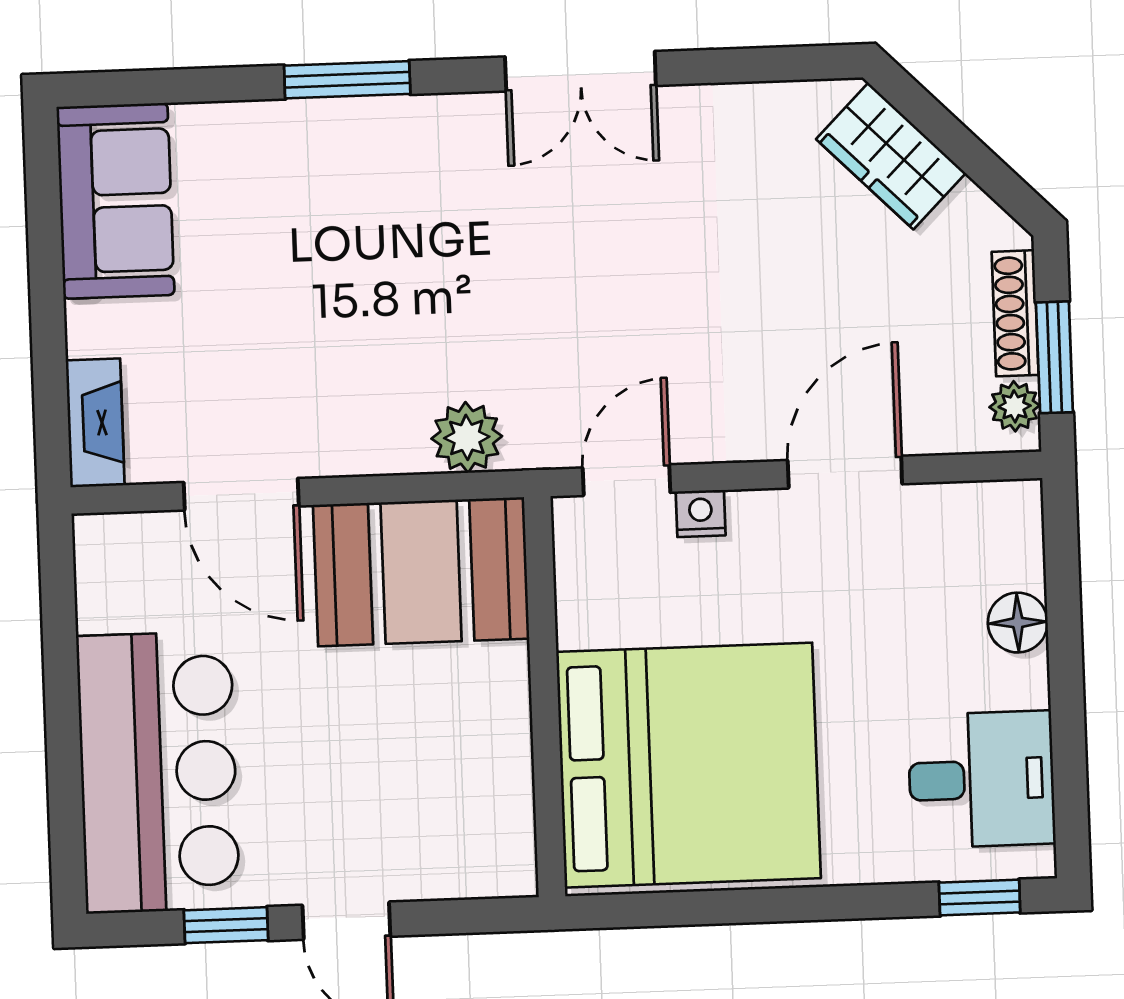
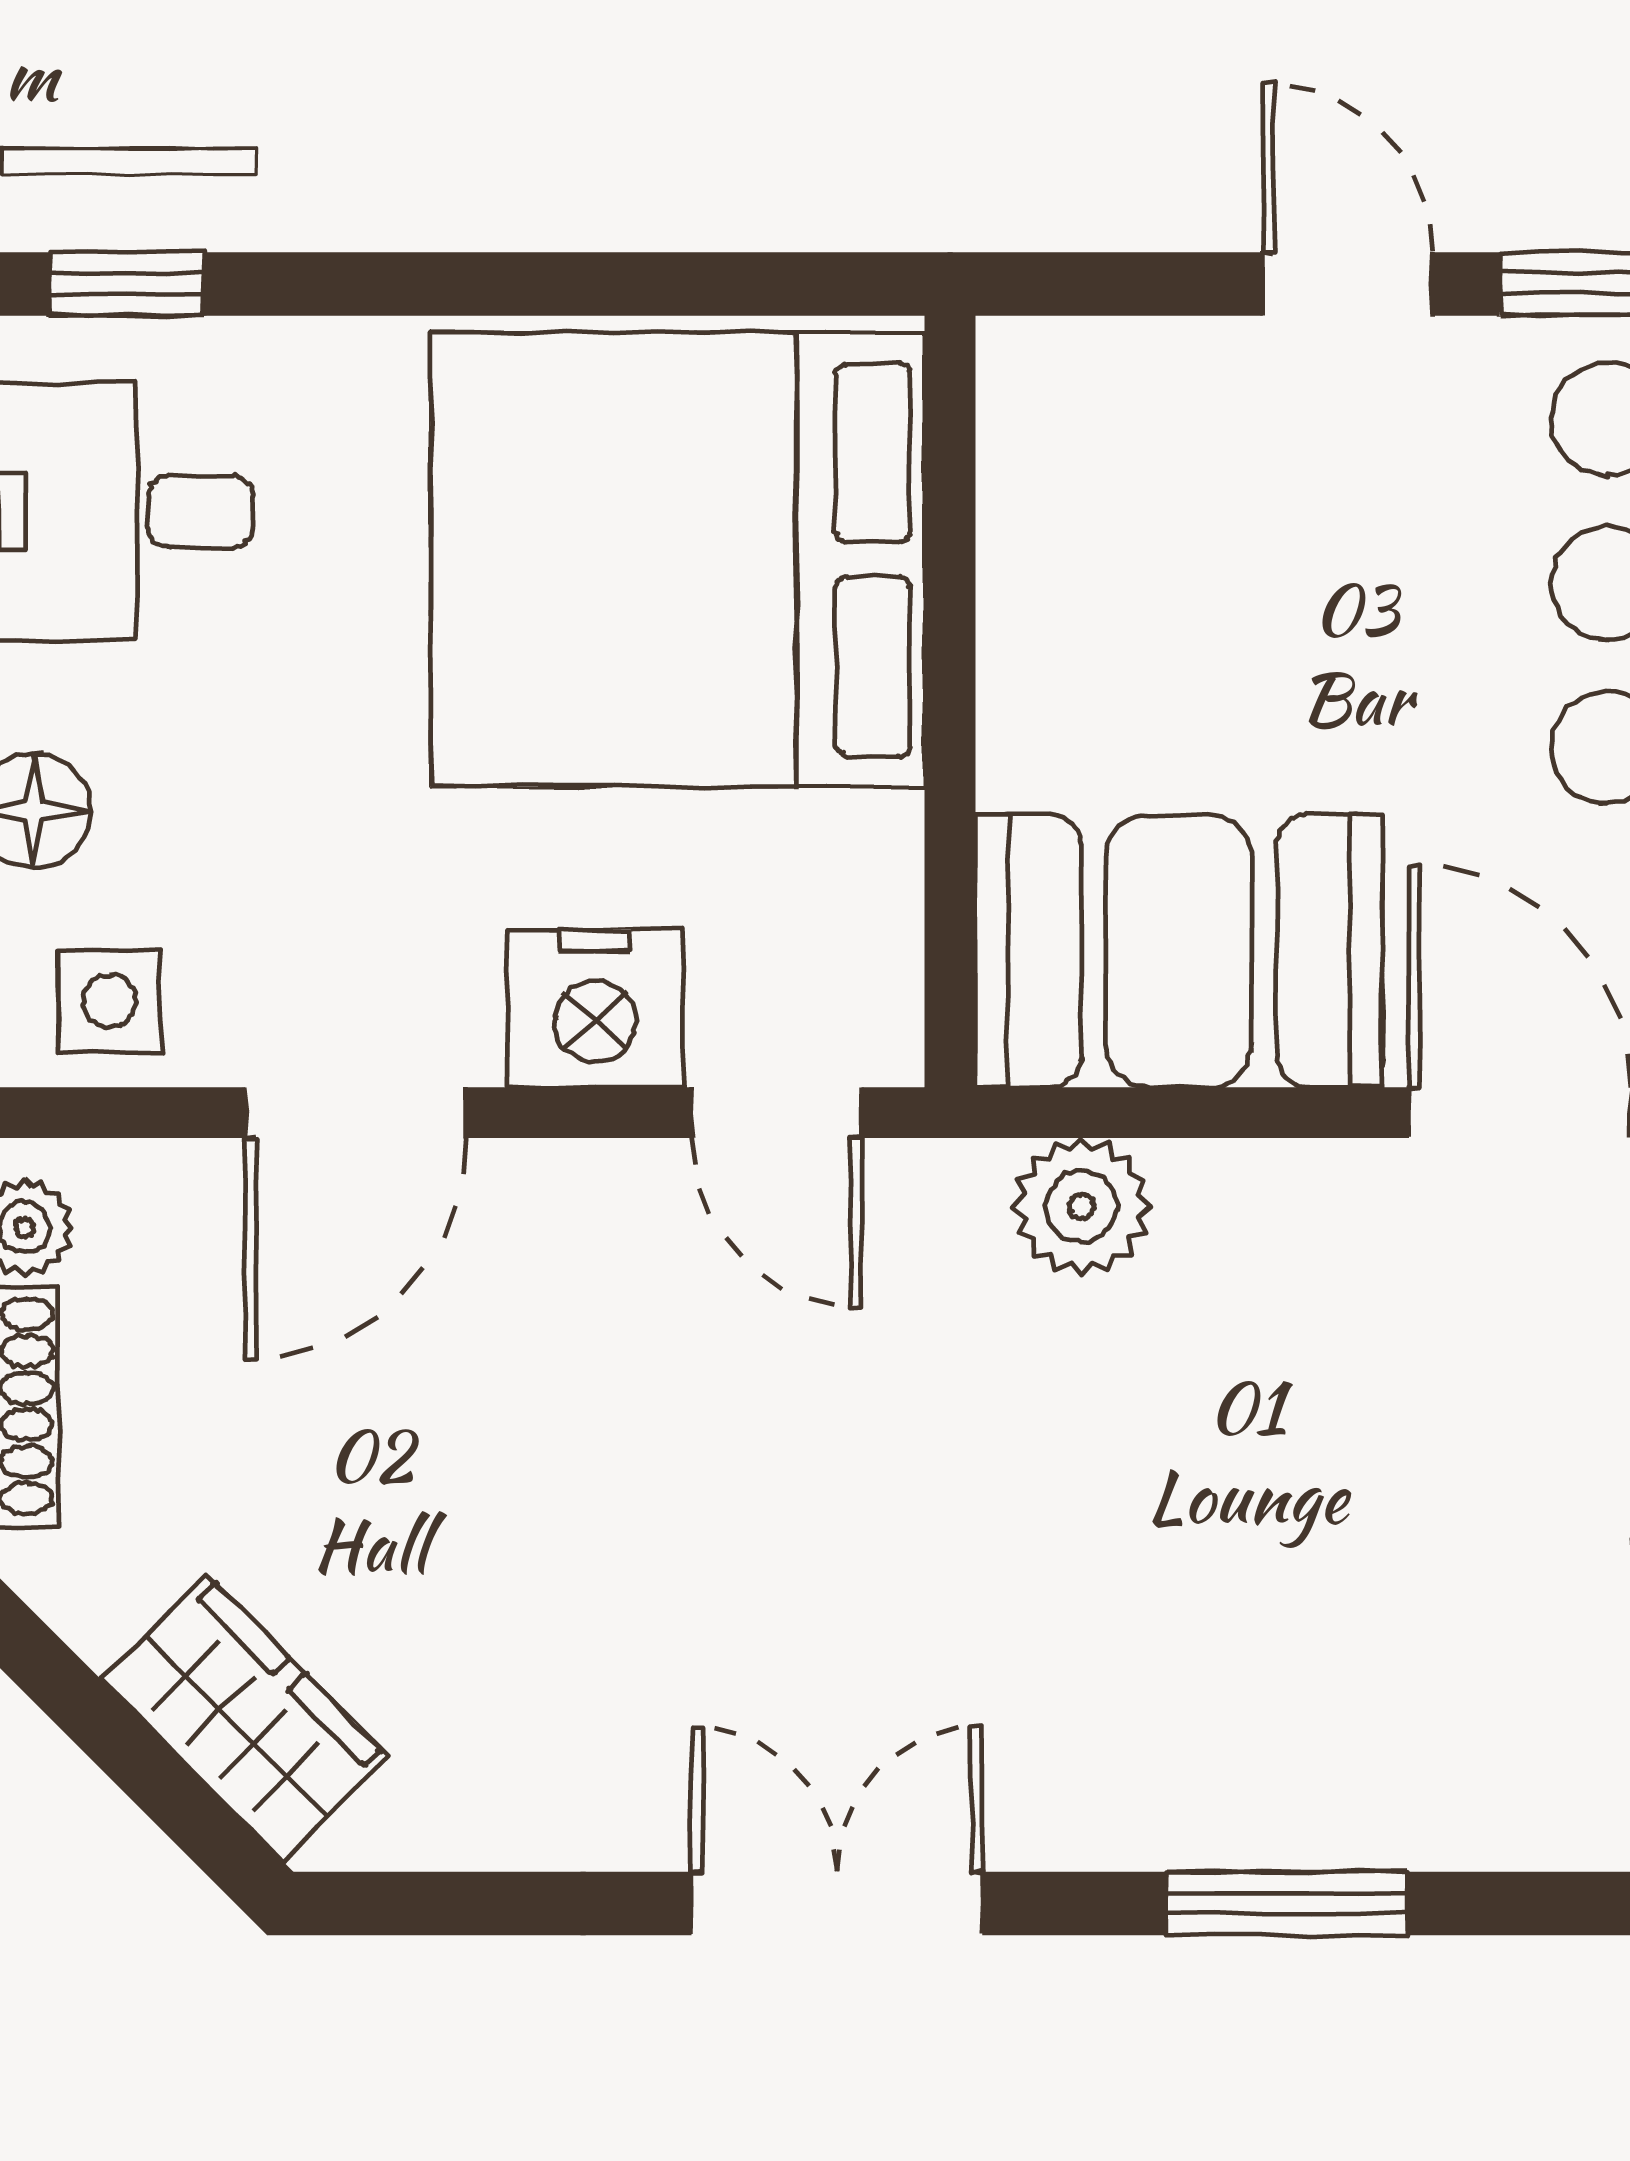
door: (626, 480) -> (777, 1113), hinge flipped
nightstand: (701, 513) -> (595, 1009), width x1.89, depth x1.79
side table: (975, 525) -> (109, 1001), added

